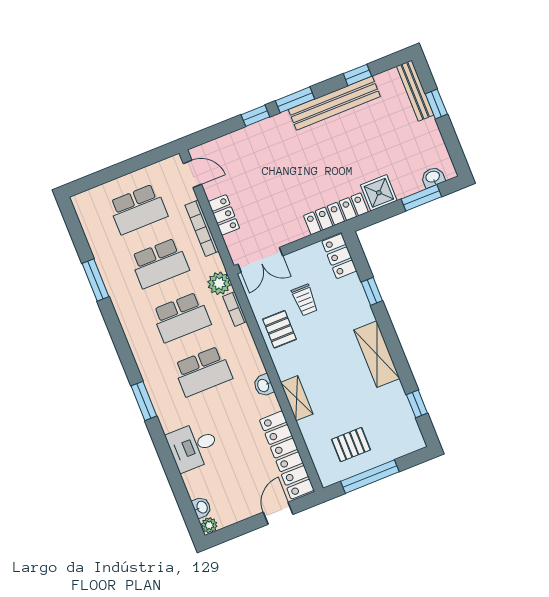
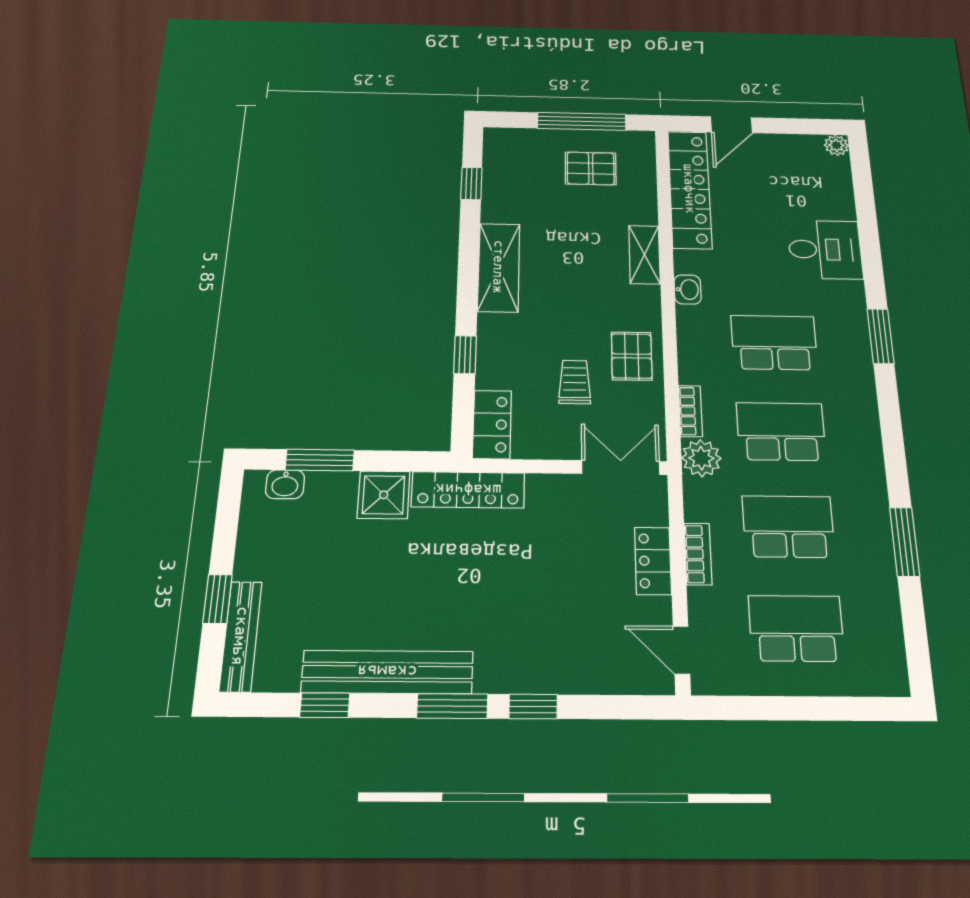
bookcase: (202, 228) -> (698, 554), width x0.64
washbasin: (202, 507) -> (840, 170), removed

